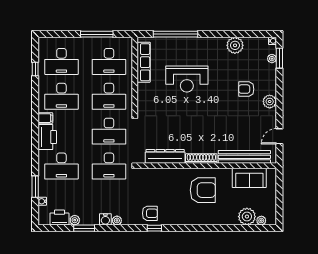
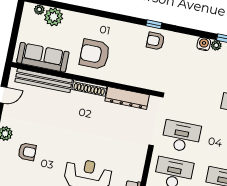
desk: (109, 166) -> (189, 100), removed
sofa: (249, 178) -> (43, 57), width x1.36
plant: (117, 220) -> (216, 45), moved

